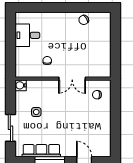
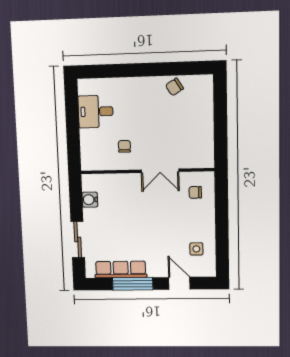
water cooler: (21, 85) -> (90, 200), moved
side table: (36, 112) -> (196, 249), moved

